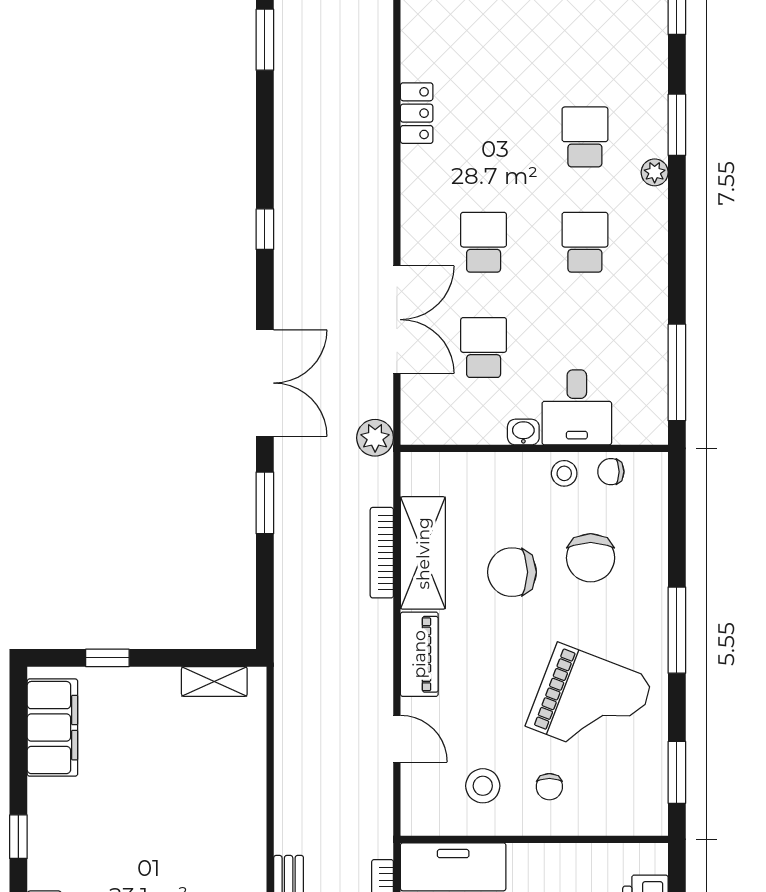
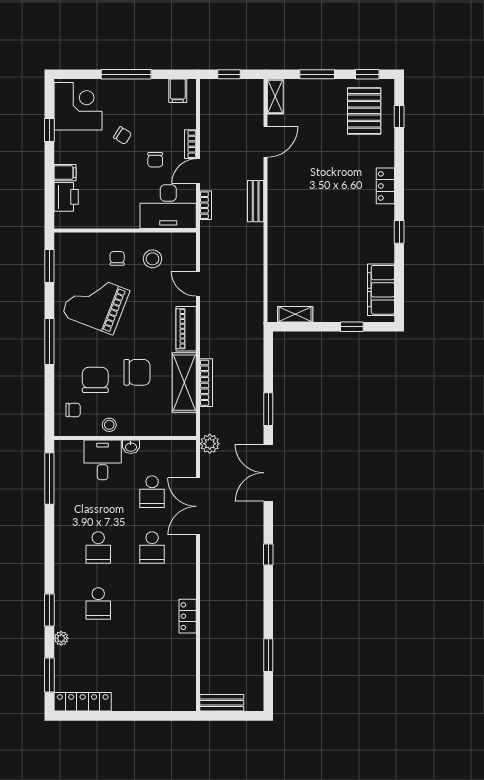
plant: (655, 172) -> (61, 638), moved
chair: (611, 472) -> (73, 410), moved

